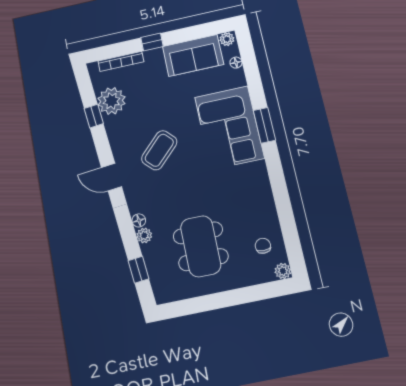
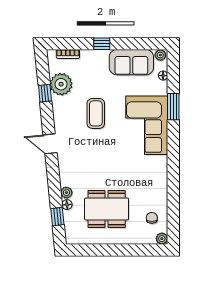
bookcase: (121, 61) -> (68, 54), width x0.64
window: (264, 125) -> (173, 107), moved
coffee table: (159, 150) -> (96, 113), moved, turned -45
floor lamp: (139, 220) -> (67, 205), moved
dining table: (201, 246) -> (107, 209), turned 90

